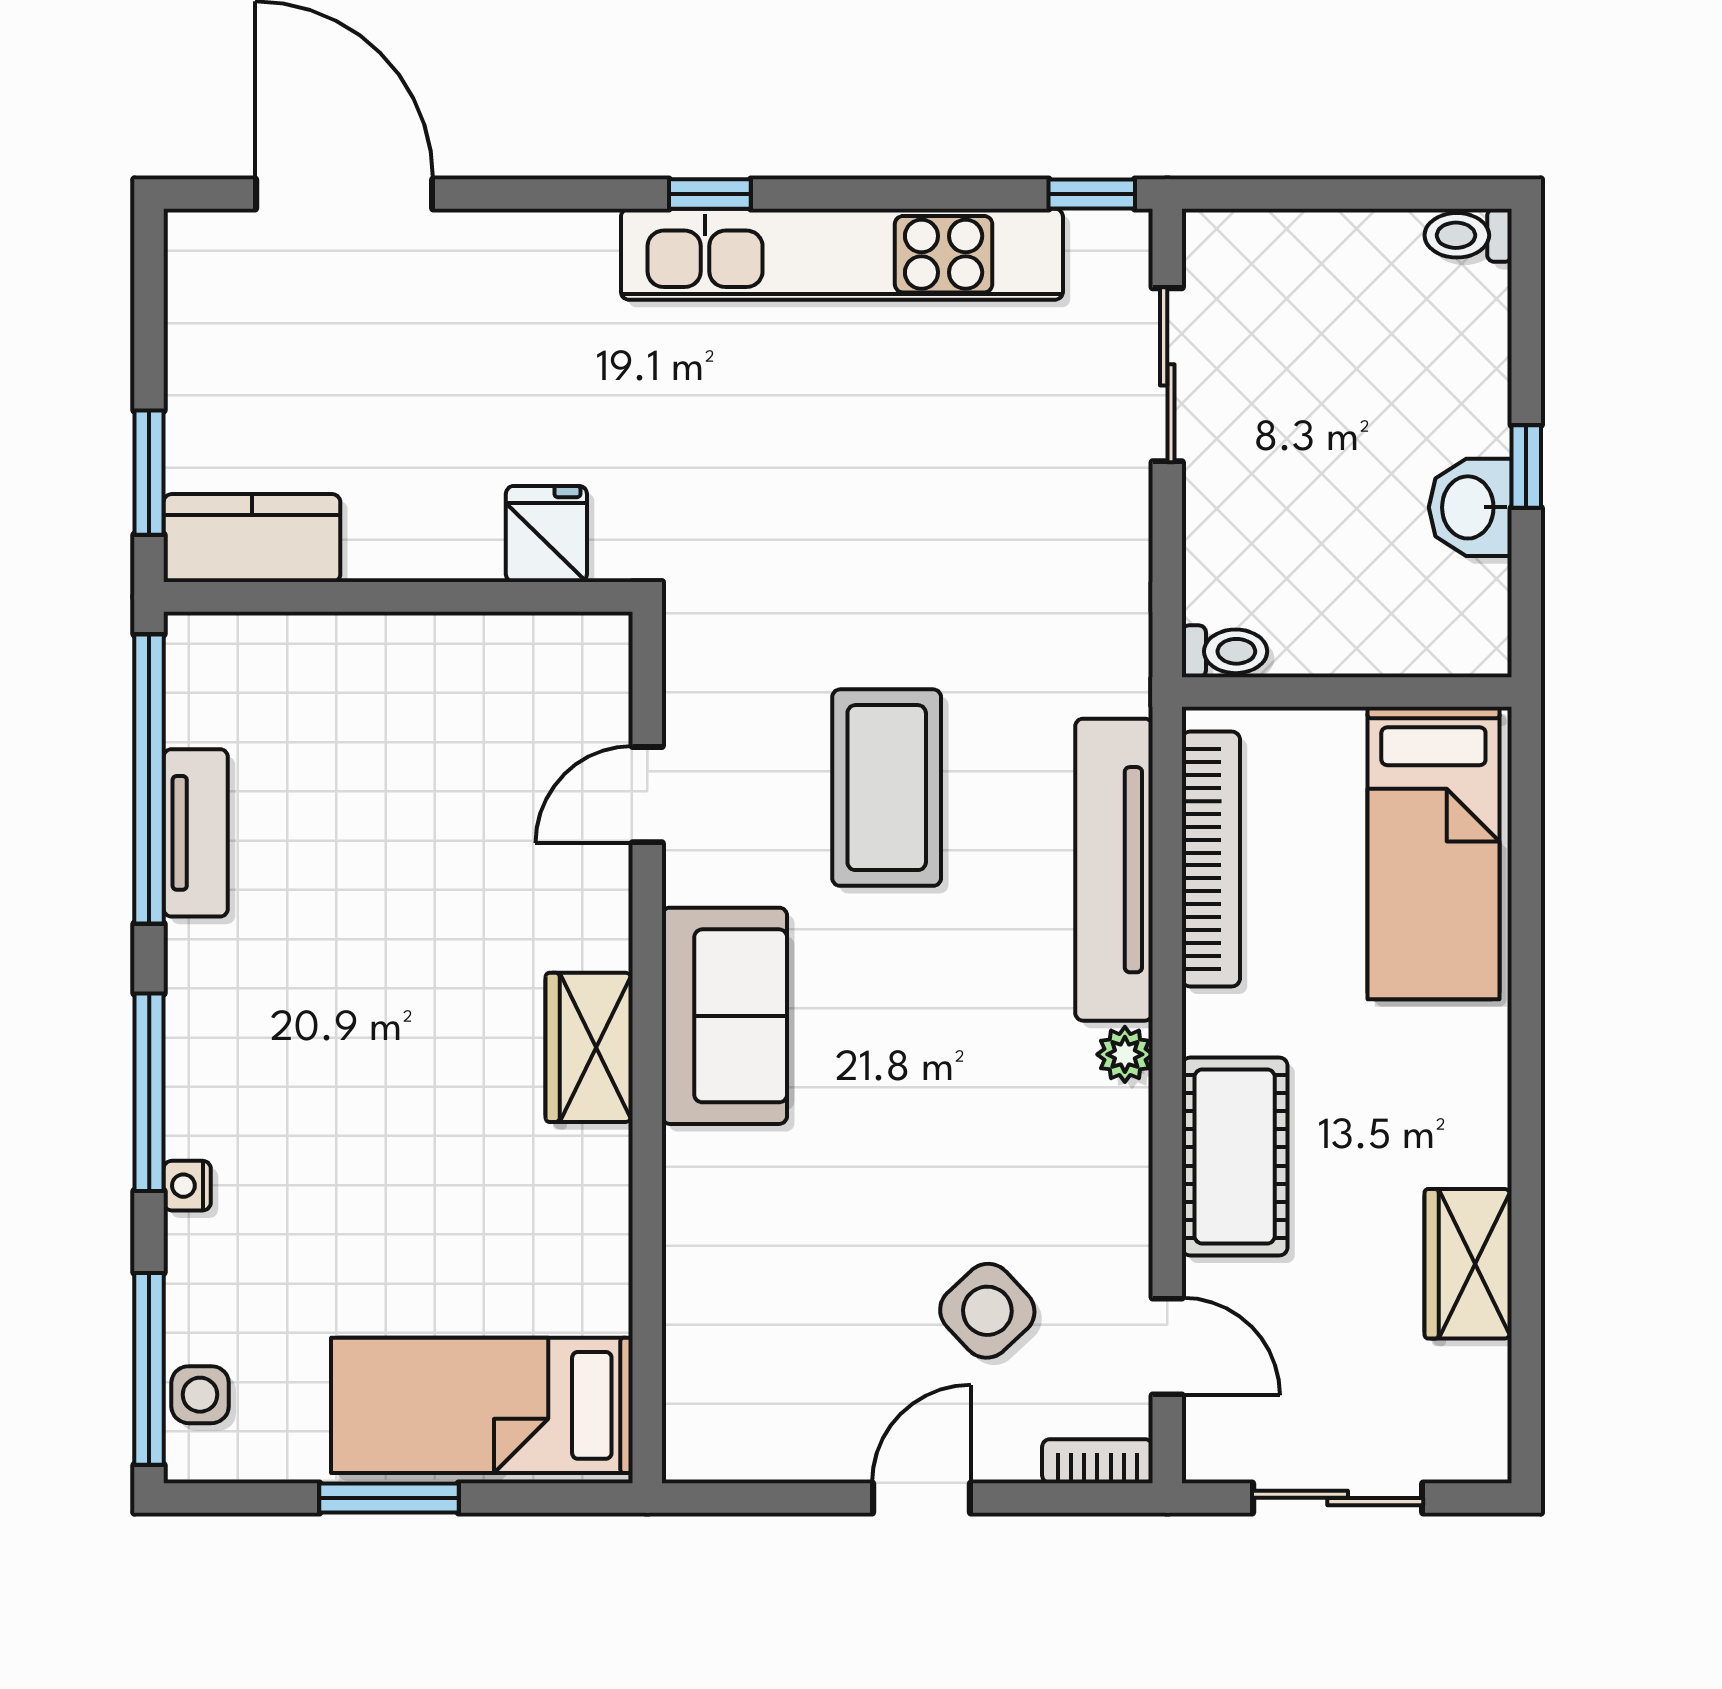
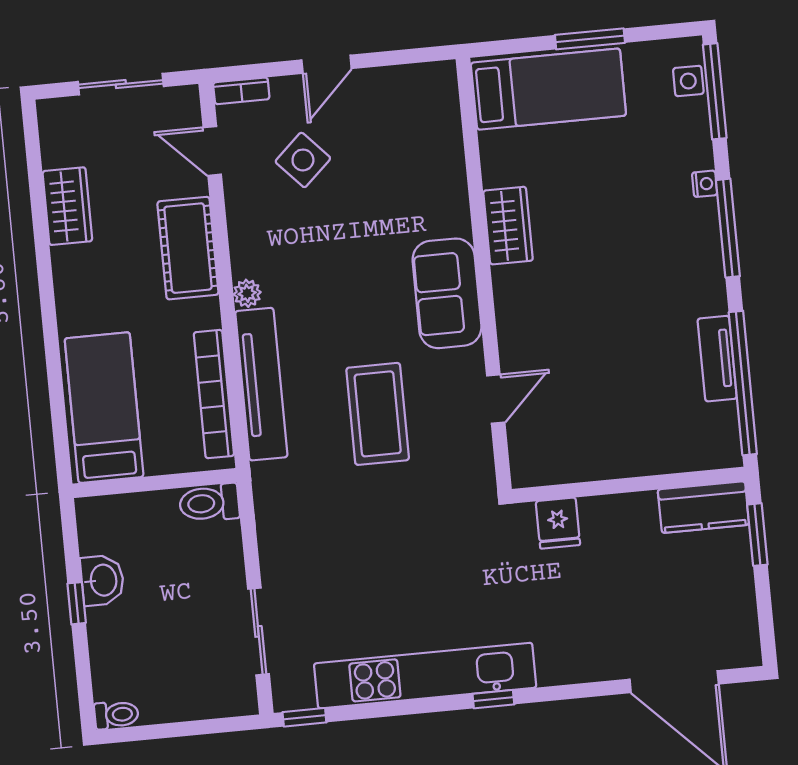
toilet: (1225, 651) -> (209, 503), width x1.37, depth x1.39
wardrobe: (589, 1047) -> (508, 226), moved

